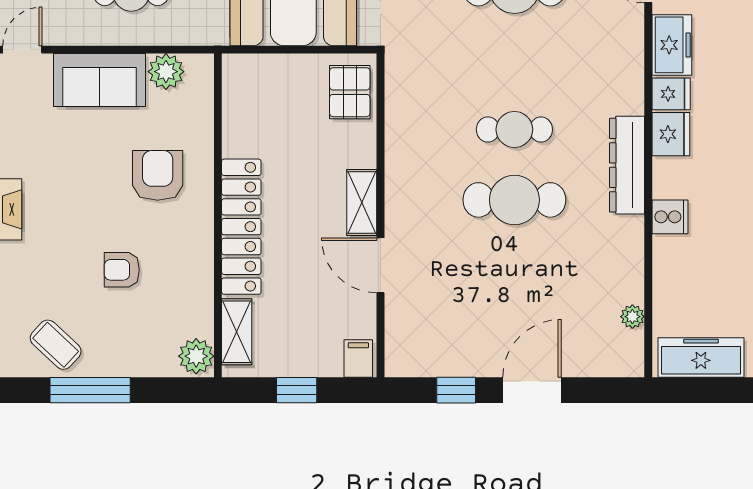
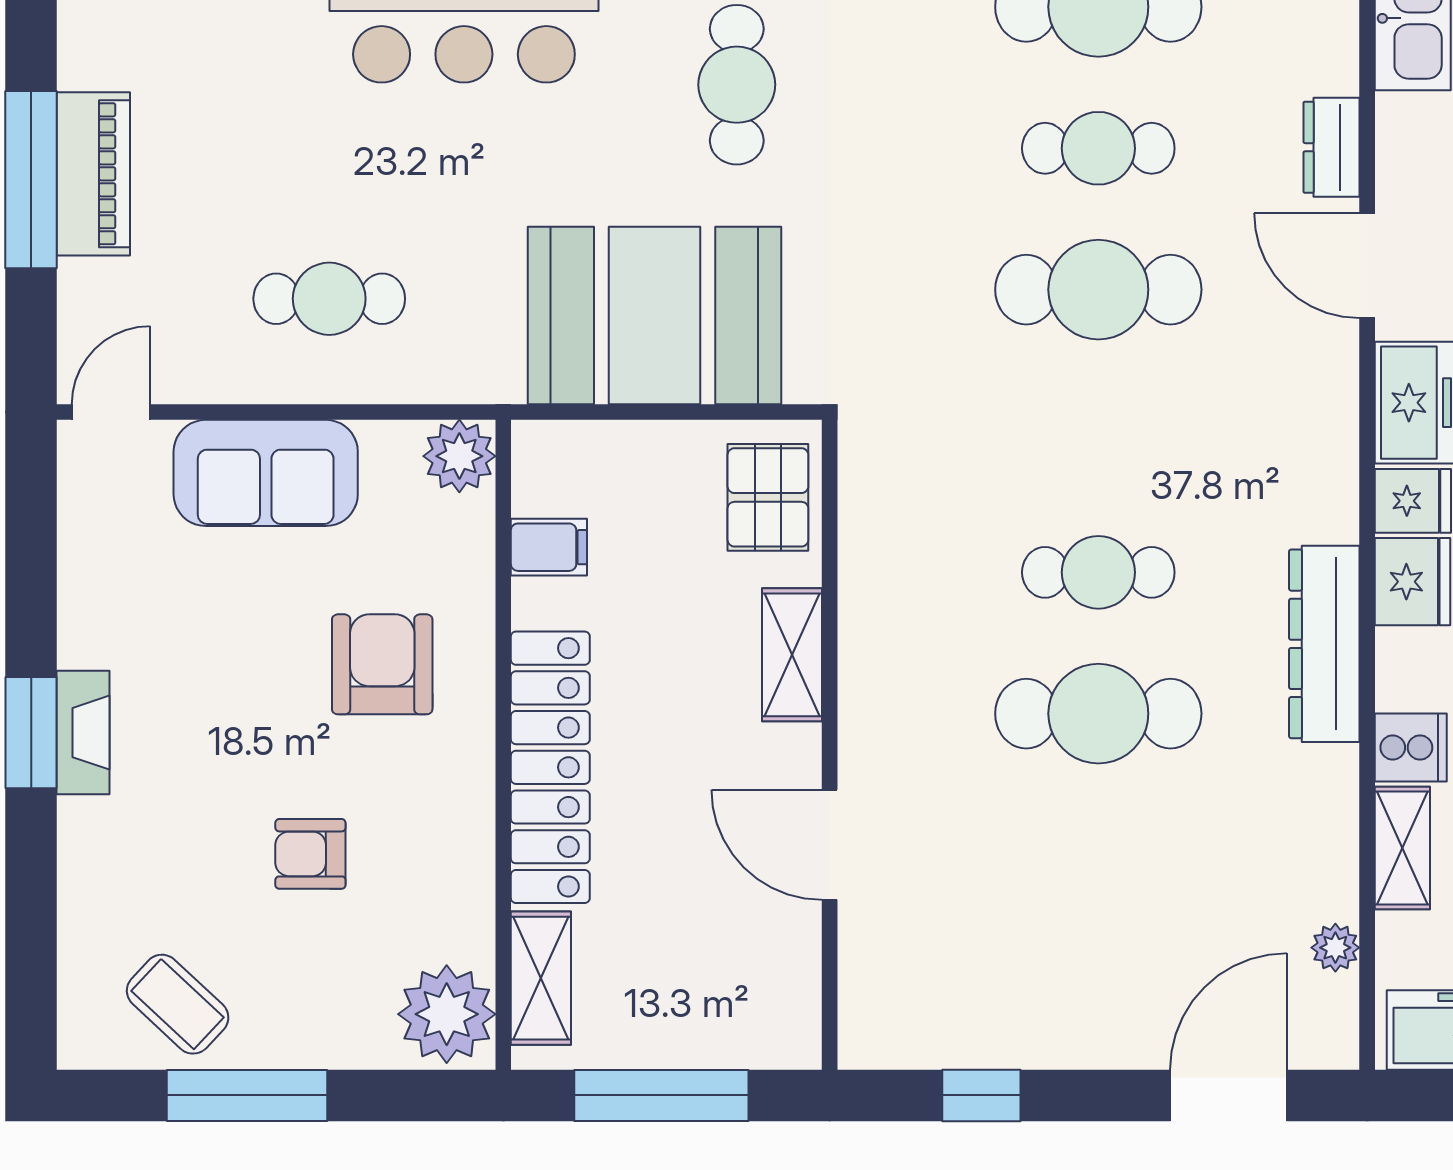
plant: (166, 72) -> (459, 456), moved
shelving: (362, 203) -> (792, 655), moved
shelving: (666, 267) -> (1402, 848), added
plant: (196, 356) -> (447, 1014), width x1.36, depth x1.36
filing cabinet: (358, 359) -> (549, 547), moved, turned 90
window: (297, 390) -> (661, 1095), width x2.17
door: (532, 390) -> (1228, 1095), moved

